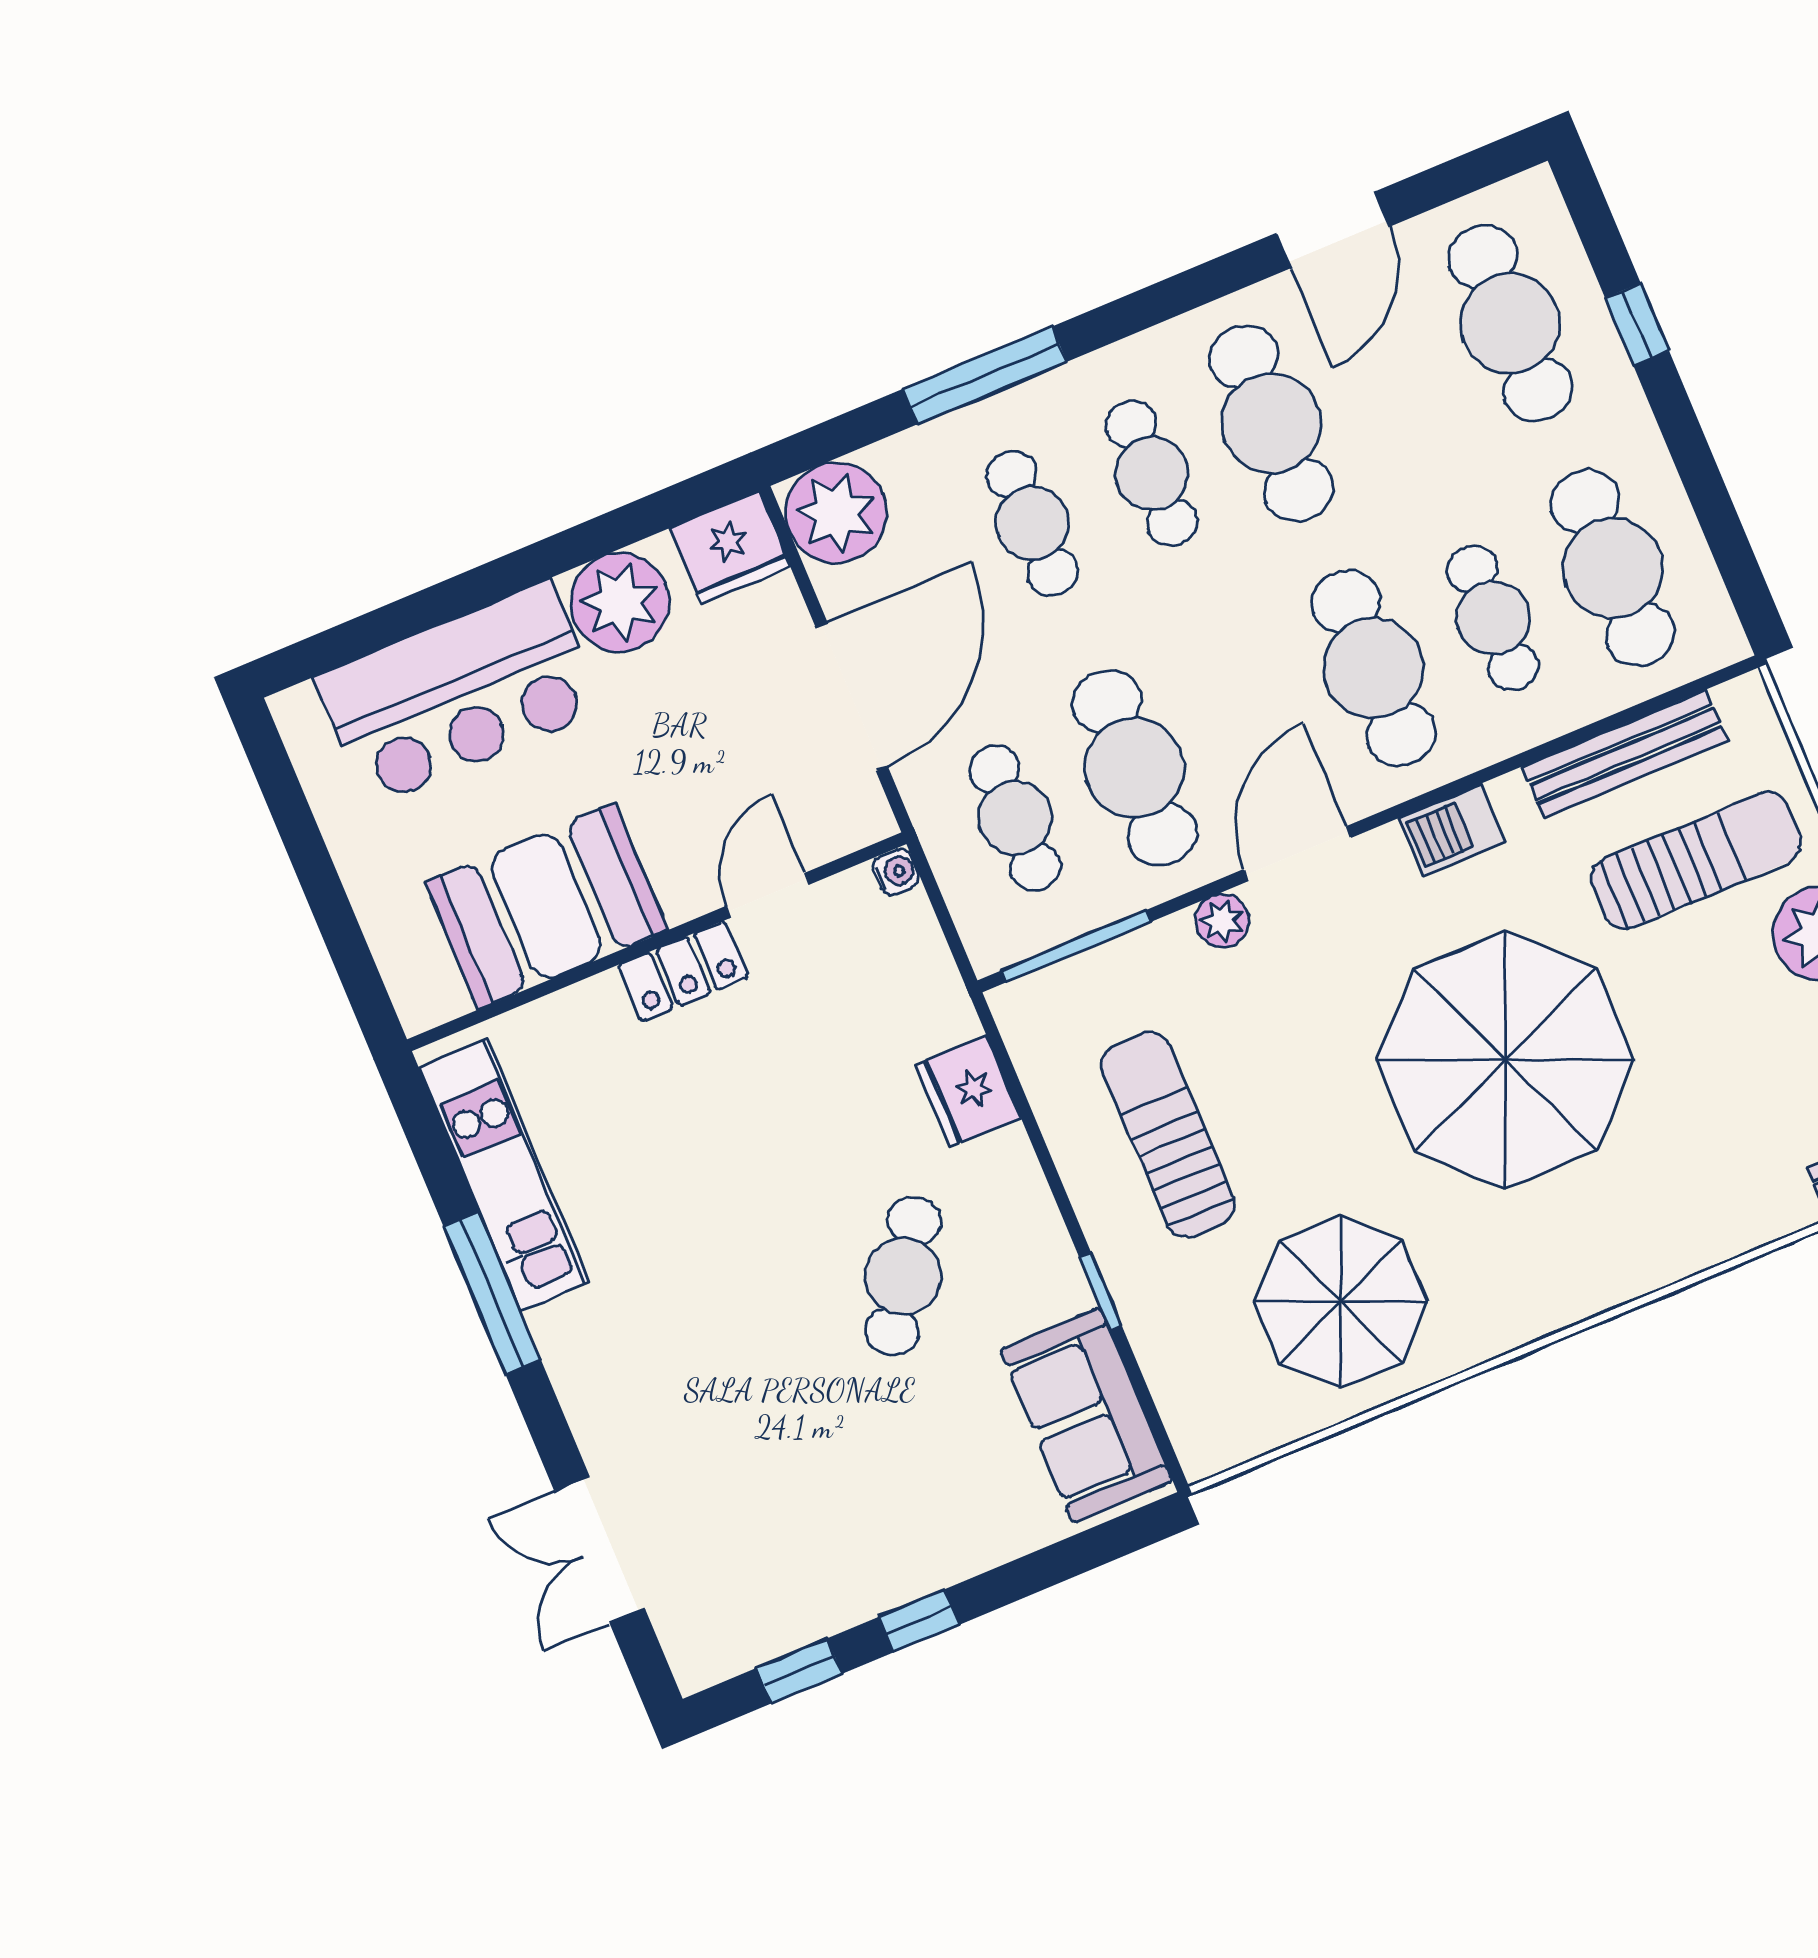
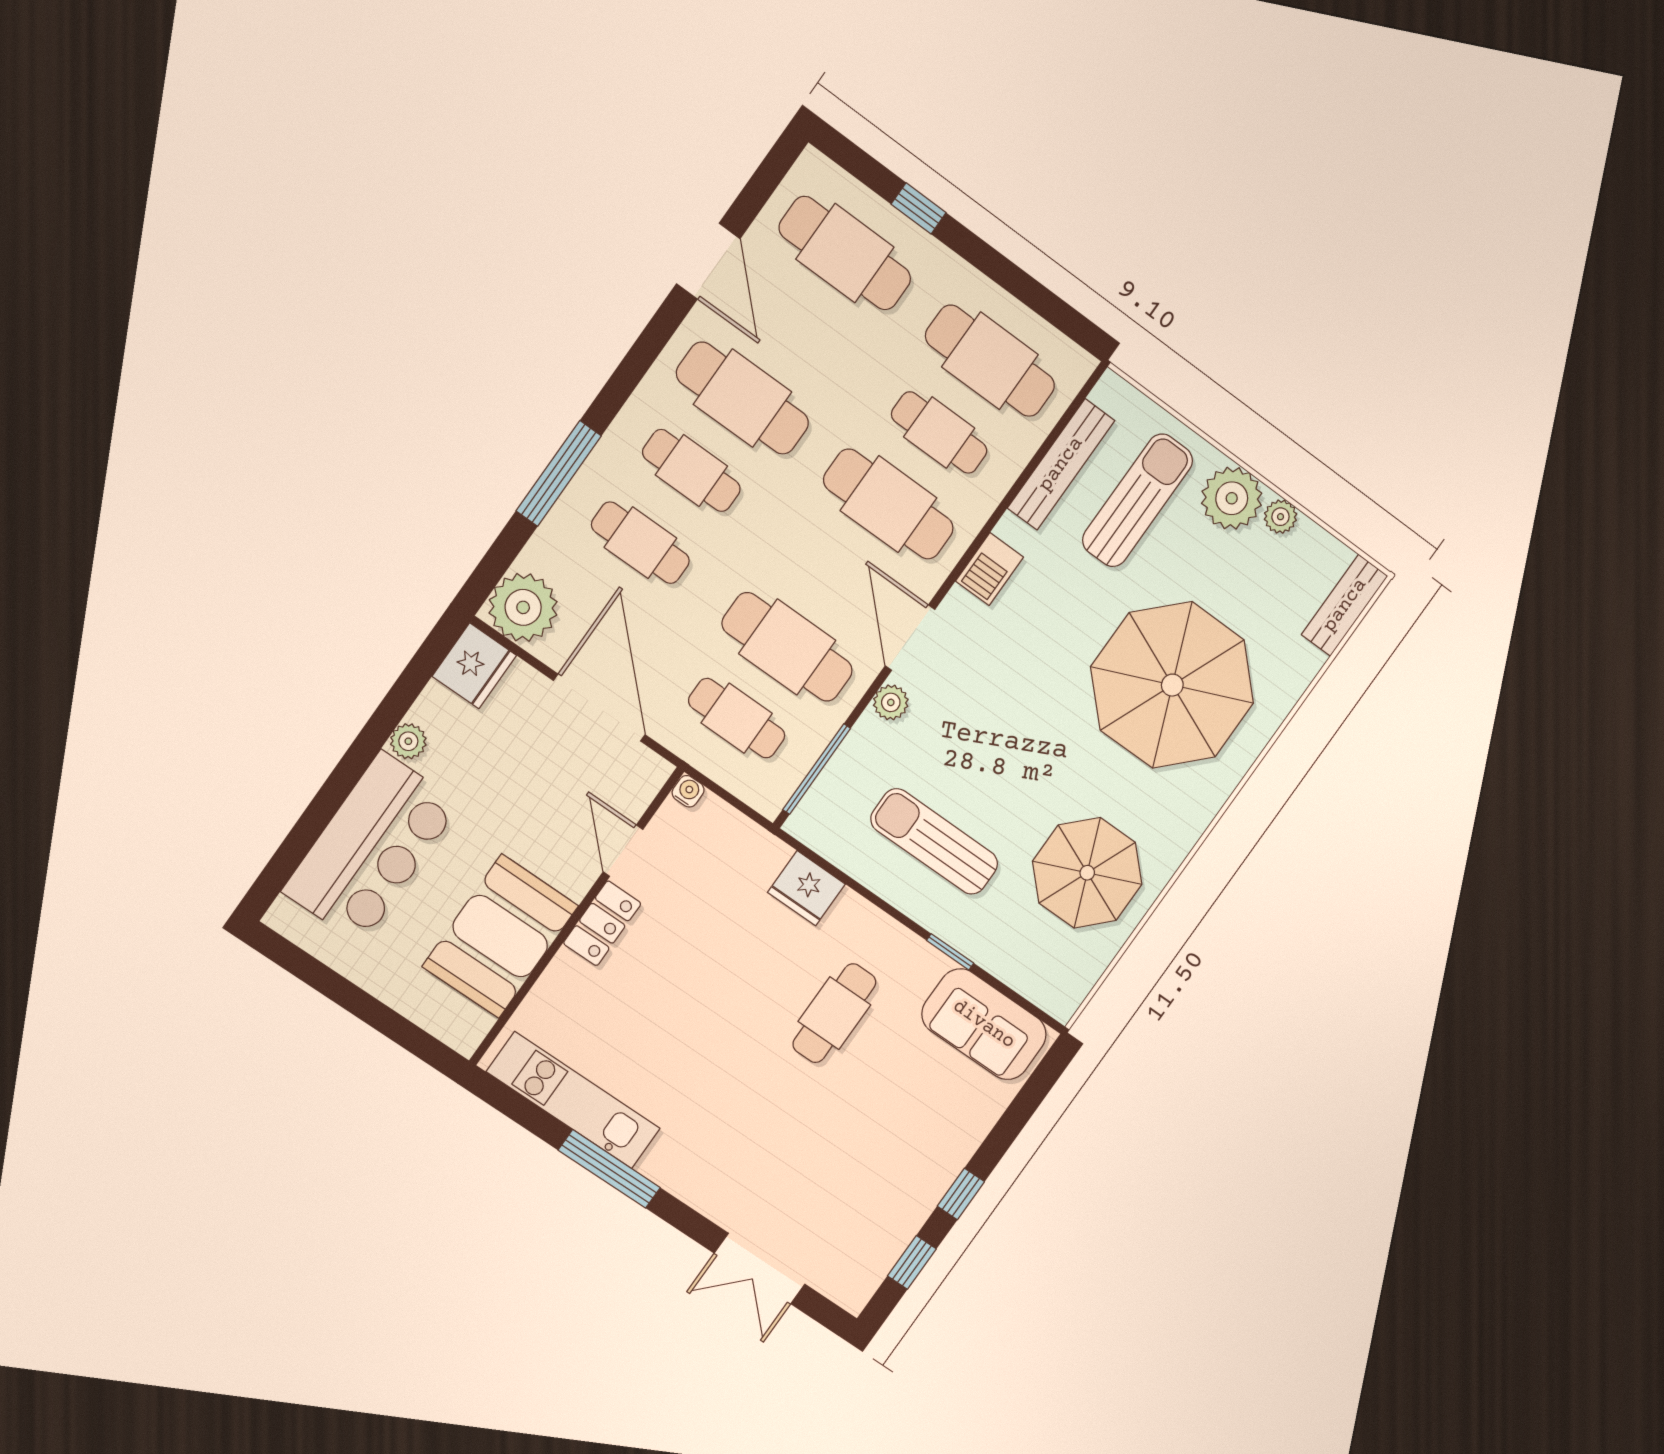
plant: (620, 602) -> (408, 741), width x0.53, depth x0.53
parasol: (1505, 1060) -> (1172, 685), moved
cafe table: (903, 1276) -> (834, 1013), turned 56

